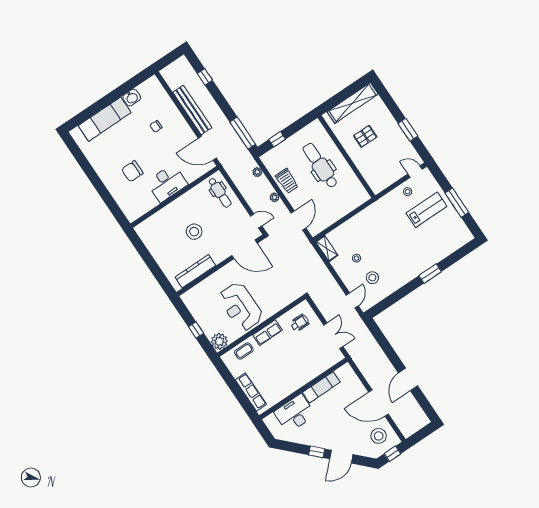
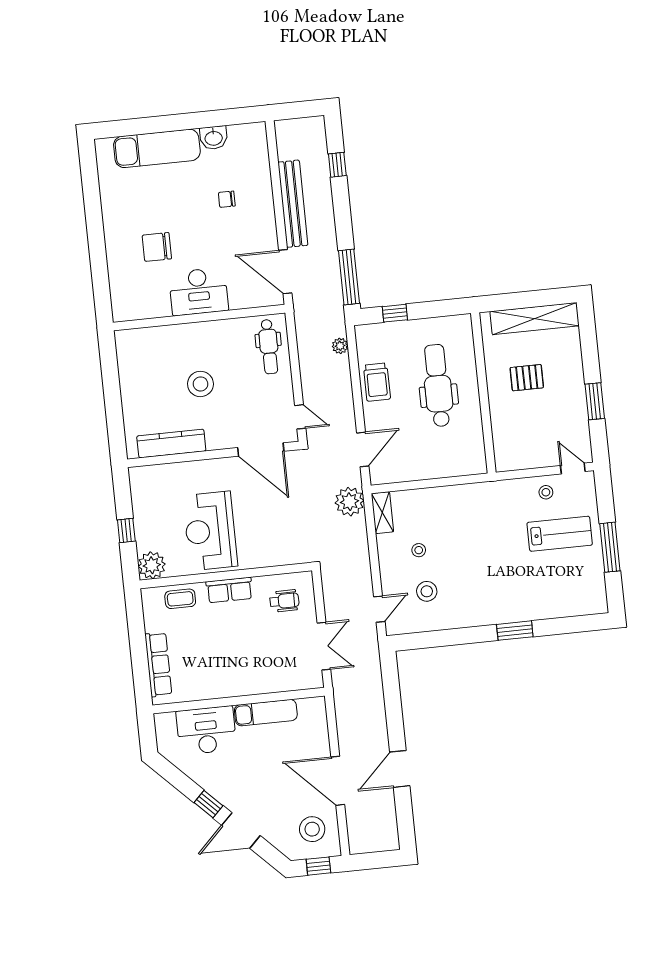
plant: (274, 197) -> (349, 502), moved, width x1.88, depth x1.88

